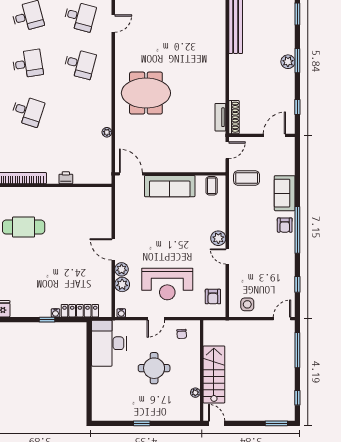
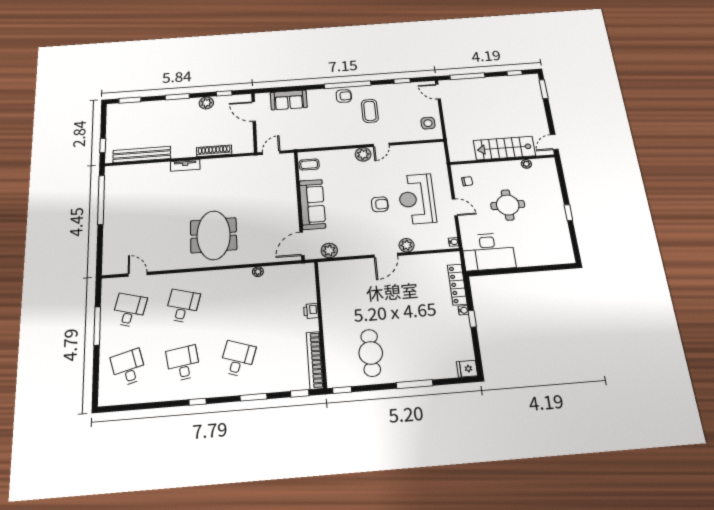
plant: (288, 62) -> (206, 103), moved
tv unit: (220, 117) -> (185, 165), moved
shoe rack: (234, 117) -> (214, 151), moved
door: (227, 150) -> (271, 153), hinge flipped
coffee table: (247, 178) -> (370, 111), moved
sofa: (285, 193) -> (289, 100), moved
plant: (122, 284) -> (329, 251), moved
reception desk: (167, 284) -> (417, 199), turned 180
armchair: (213, 297) -> (380, 204), moved

